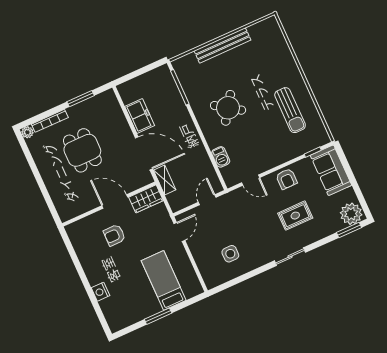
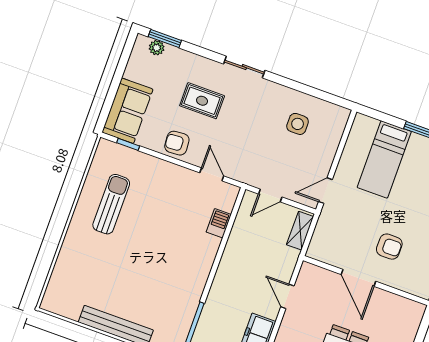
round table: (228, 108) -> (167, 263), removed
door: (144, 153) -> (287, 296), width x0.53
armchair: (287, 179) -> (177, 143), turned -94
shelving: (165, 180) -> (300, 231), moved
wardrobe: (146, 199) -> (327, 252), removed
plant: (351, 214) -> (157, 48), width x0.53, depth x0.53

